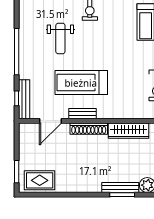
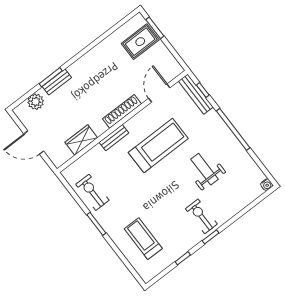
bench: (83, 114) -> (114, 138), moved
wardrobe: (129, 131) -> (81, 140), width x0.67
rug: (40, 180) -> (140, 42), moved
bench: (120, 188) -> (57, 82), width x0.73

